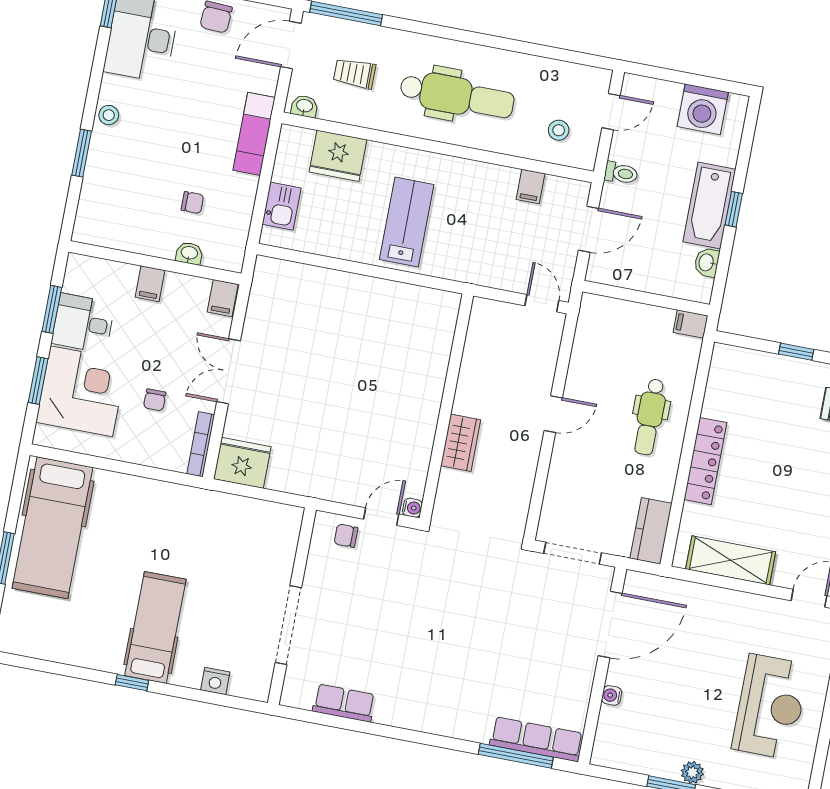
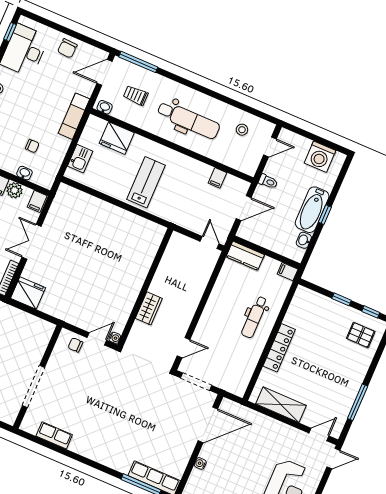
stool: (559, 130) -> (242, 130), moved
plant: (179, 287) -> (15, 190), added
door: (553, 414) -> (184, 348), moved
kitchen counter: (651, 531) -> (245, 256), moved, turned -90

